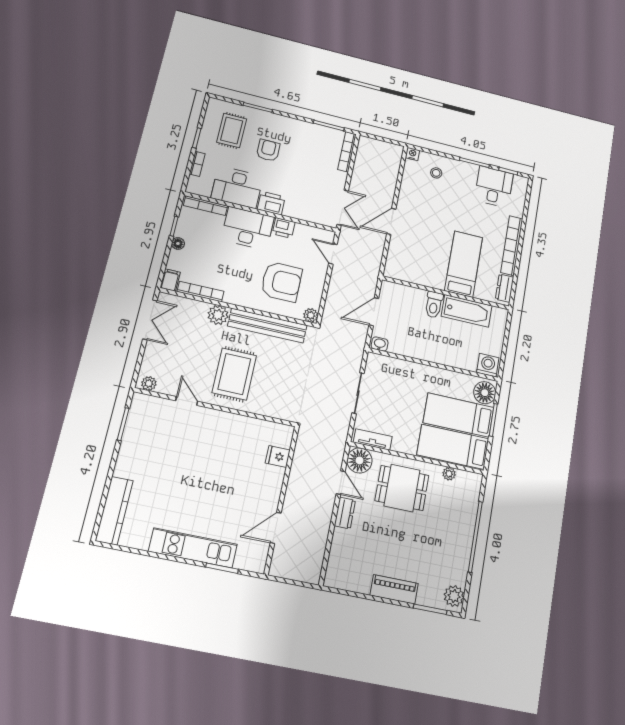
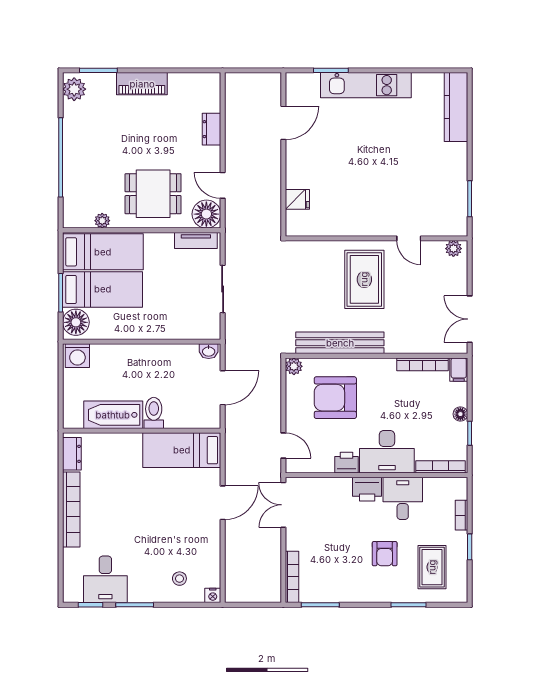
desk: (237, 187) -> (403, 498), width x0.73
bed: (464, 264) -> (182, 450), moved, turned 90
plant: (218, 315) -> (397, 342), removed
dresser: (345, 513) -> (212, 129), moved

